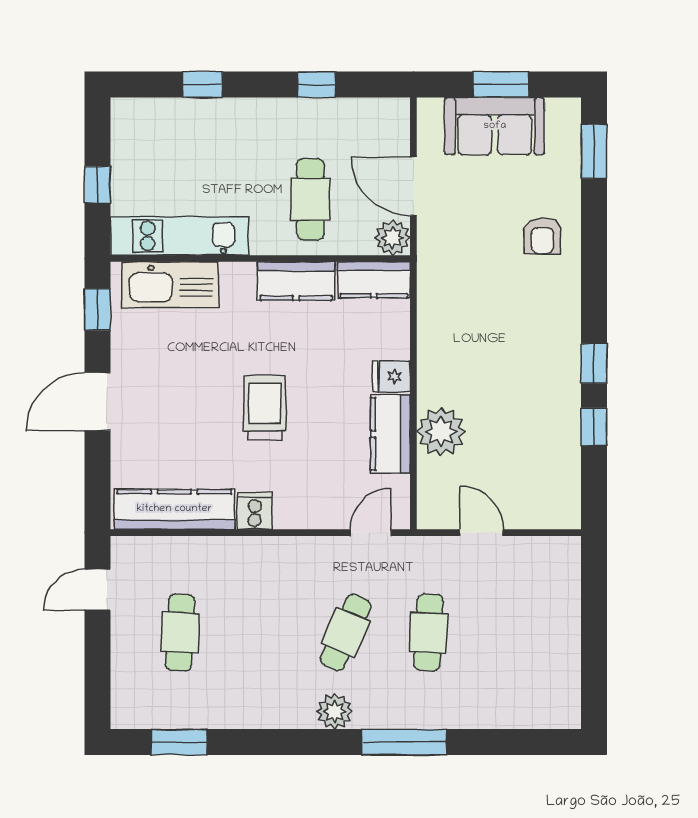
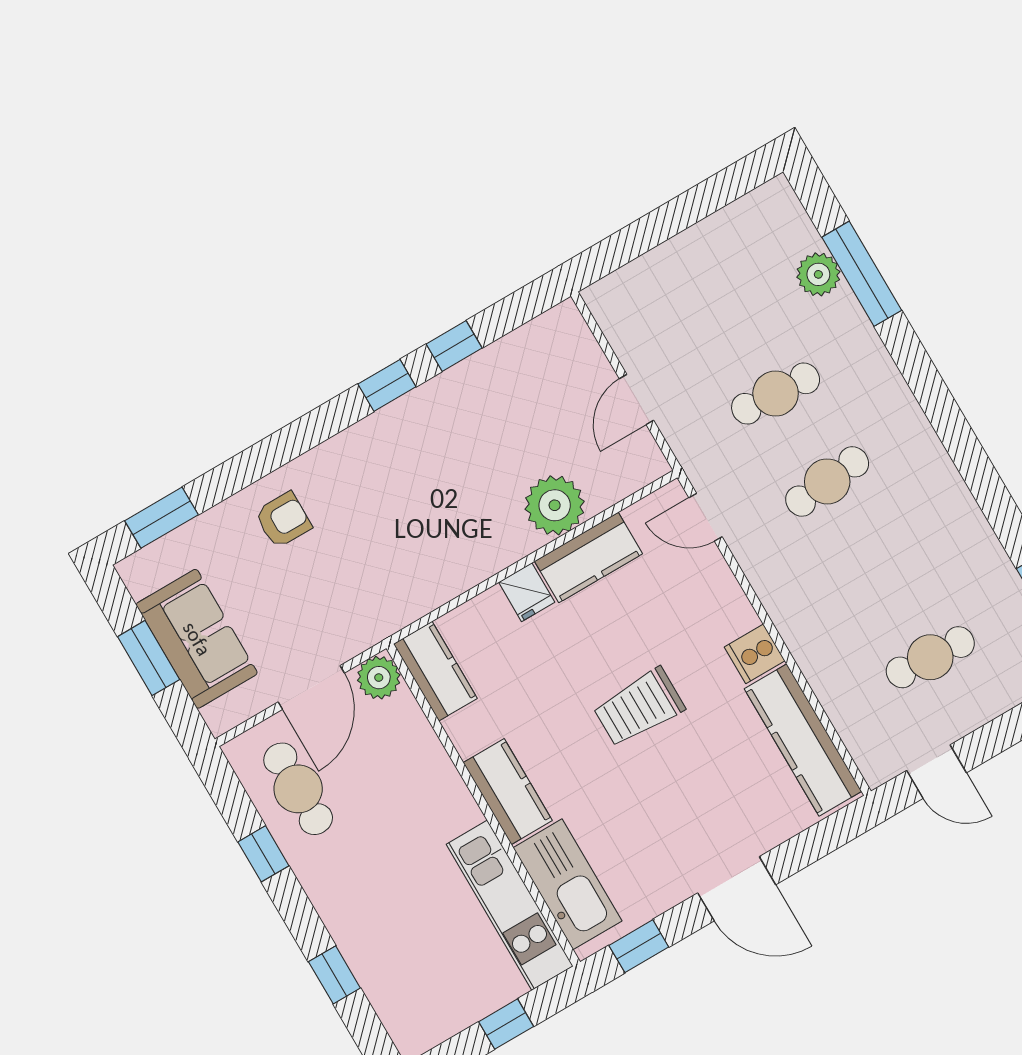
cafe table: (310, 199) -> (298, 789), moved, turned 90
kitchen counter: (296, 281) -> (508, 792), moved
cafe table: (346, 632) -> (827, 481), turned -30
plant: (335, 711) -> (818, 274), moved
window: (404, 742) -> (862, 274), moved

